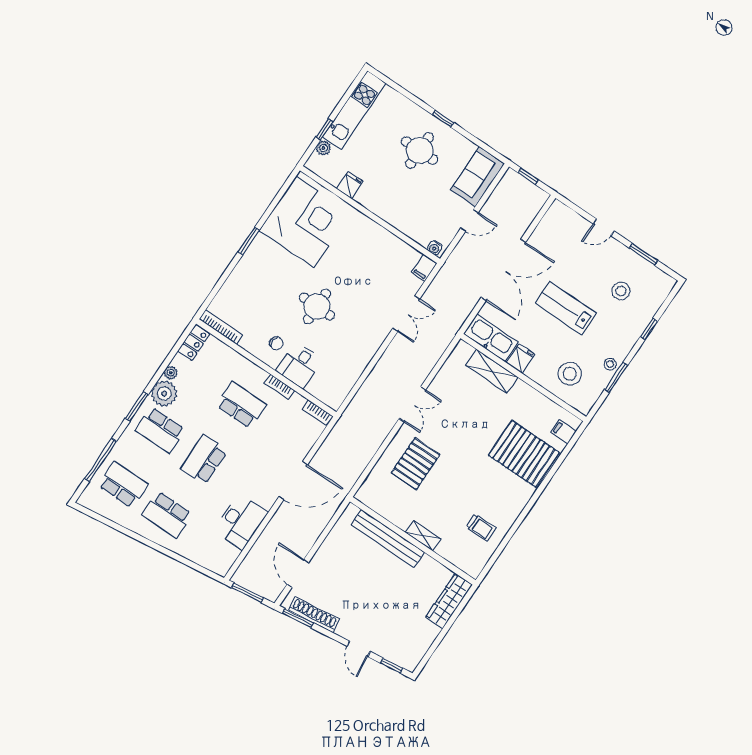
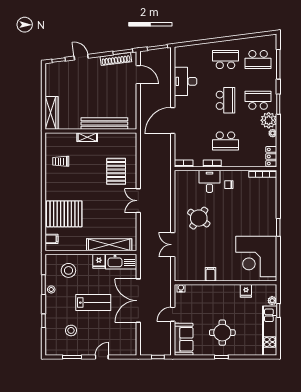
filing cabinet: (424, 268) -> (210, 274), moved
round table: (317, 306) -> (199, 218), moved, turned 36
shelving: (492, 371) -> (109, 245), width x1.47

